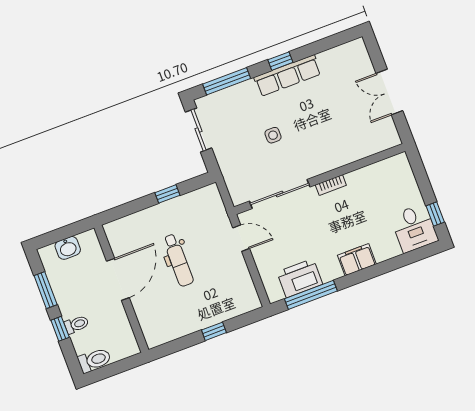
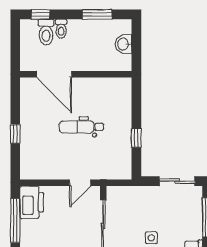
printer: (300, 278) -> (32, 202), moved
door: (118, 279) -> (54, 74), moved
window: (60, 329) -> (41, 14), moved
toilet: (94, 360) -> (46, 32), moved

